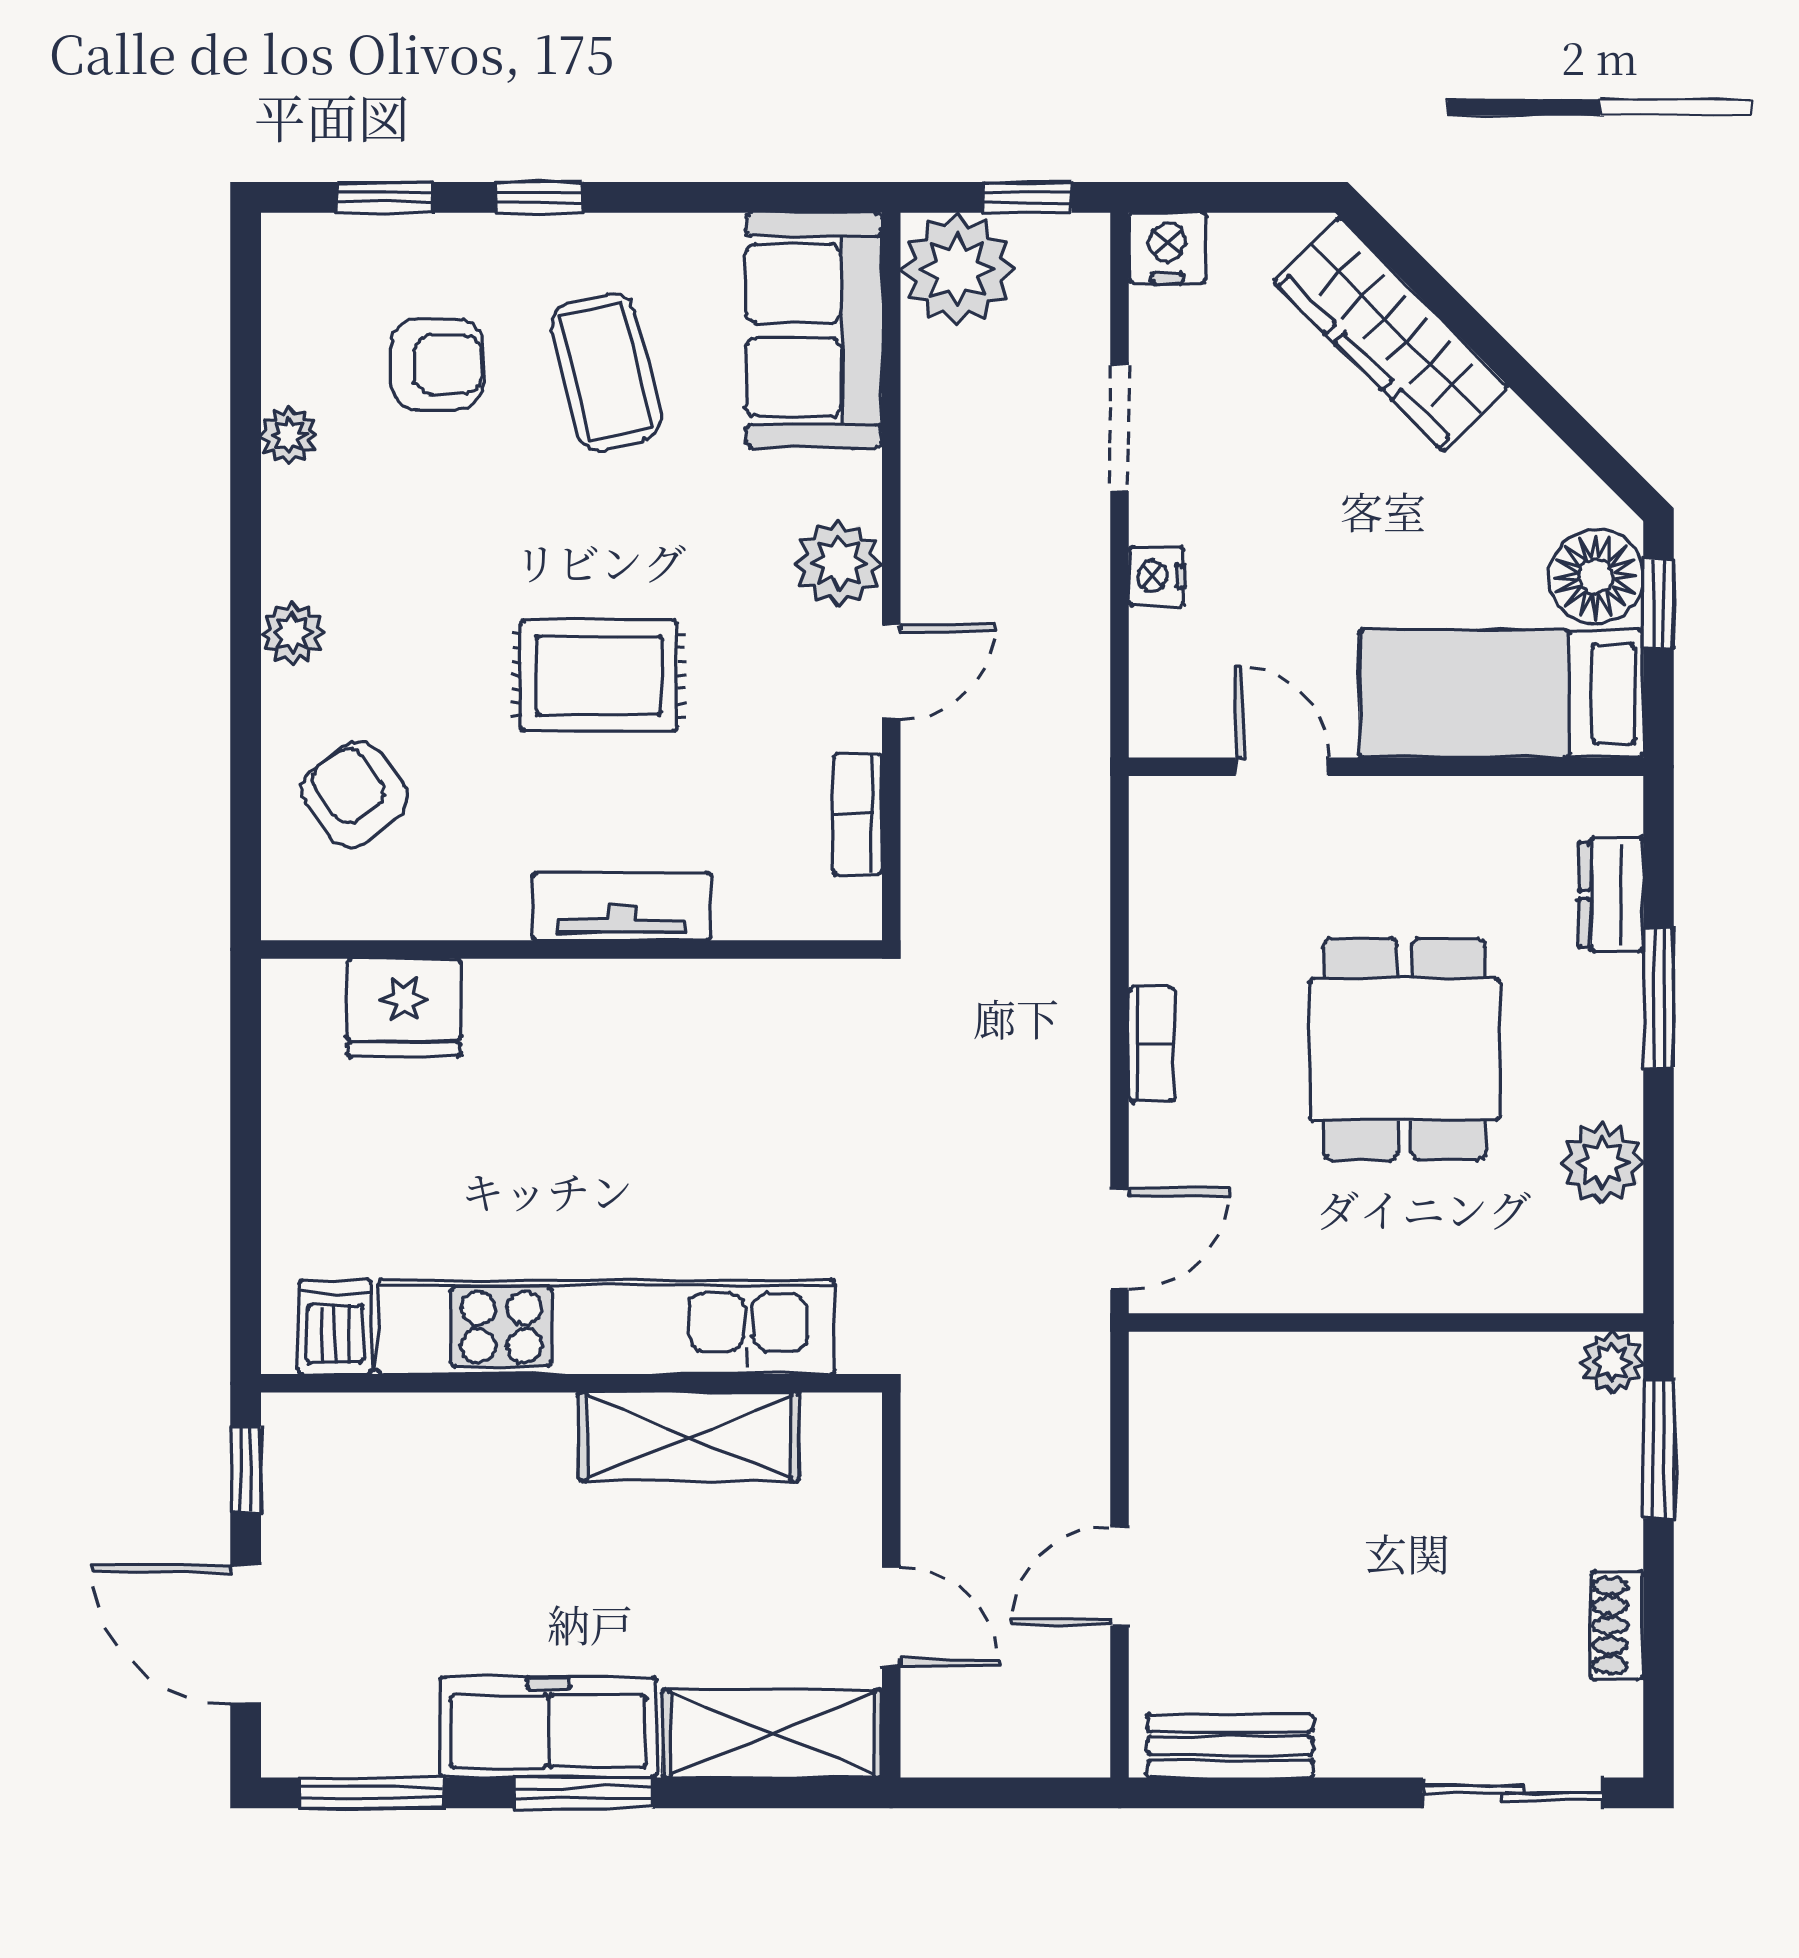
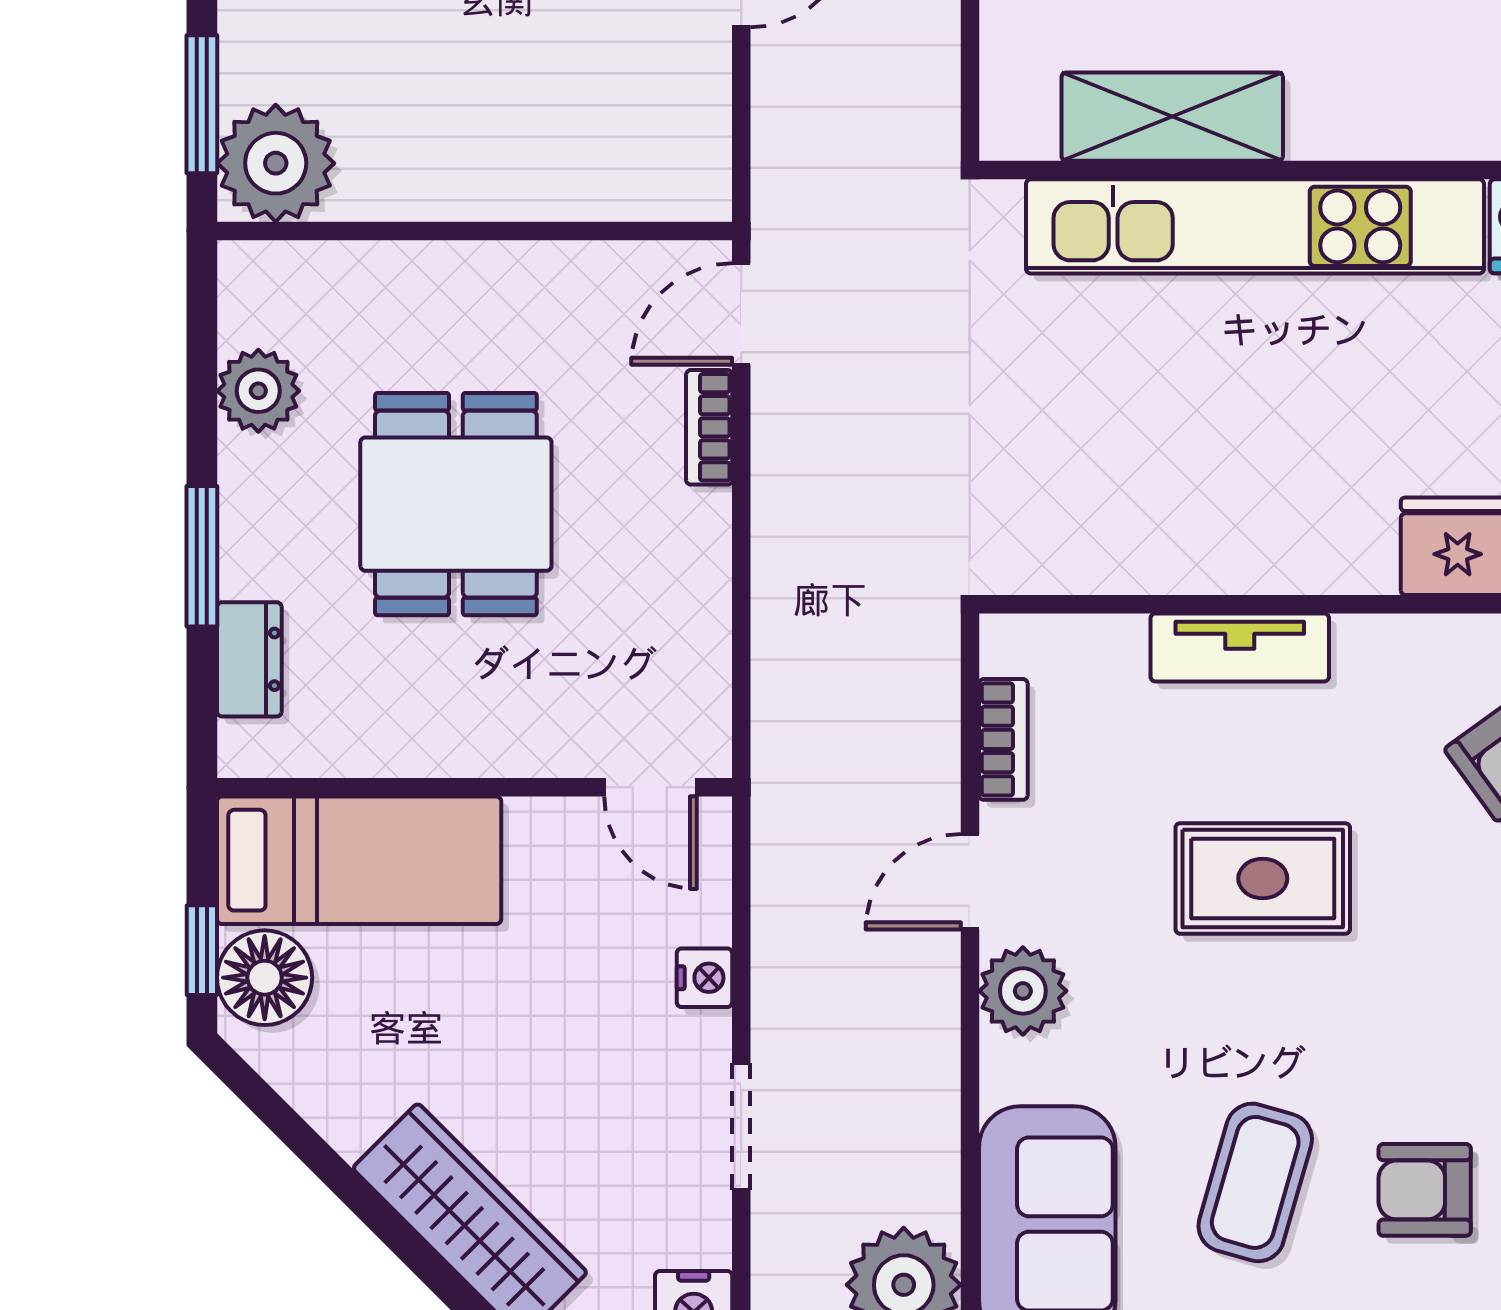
coffee table: (606, 372) -> (1255, 1182), turned 30
door: (1282, 767) -> (650, 787), moved
bookcase: (1152, 1044) -> (709, 427), moved
plant: (1612, 1363) -> (276, 163), width x1.88, depth x1.88

